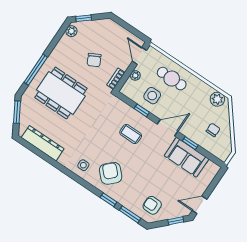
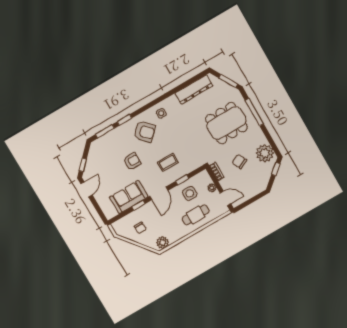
plant: (71, 31) -> (265, 153), width x1.87, depth x1.87
armchair: (152, 205) -> (132, 161), moved

